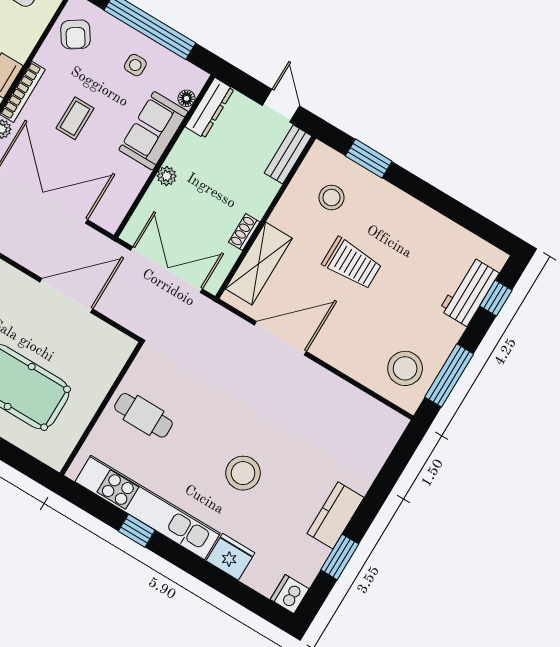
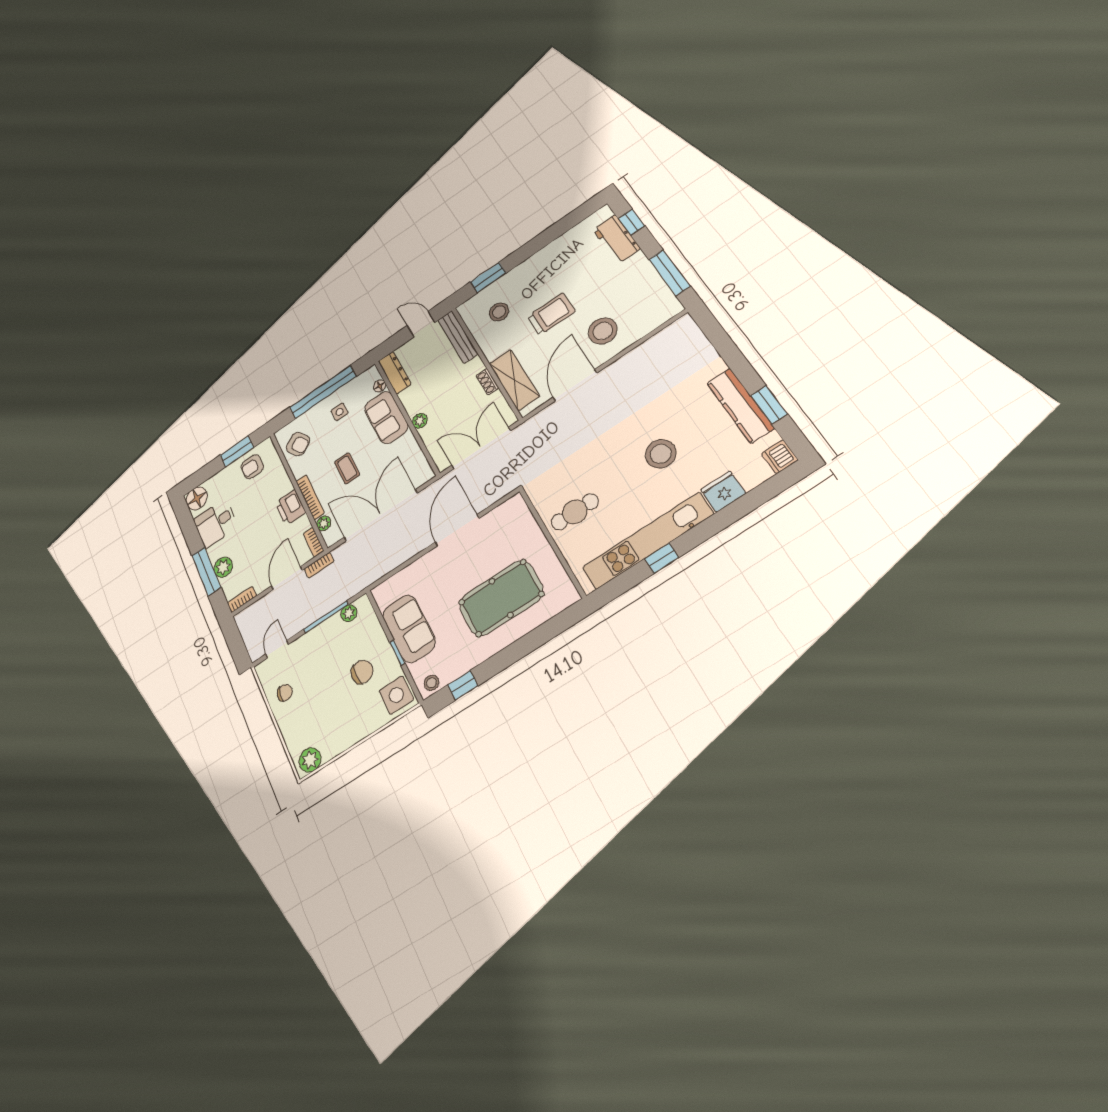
bench: (288, 154) -> (458, 337), width x1.36
stool: (405, 368) -> (603, 331), moved
kitchen counter: (335, 515) -> (740, 405), width x1.50

